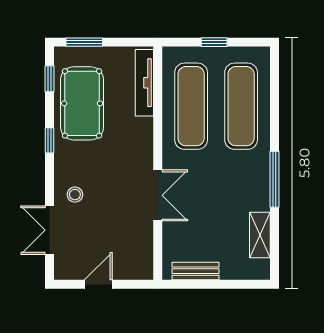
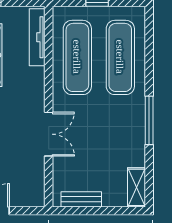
shelving: (260, 235) -> (137, 187), moved

